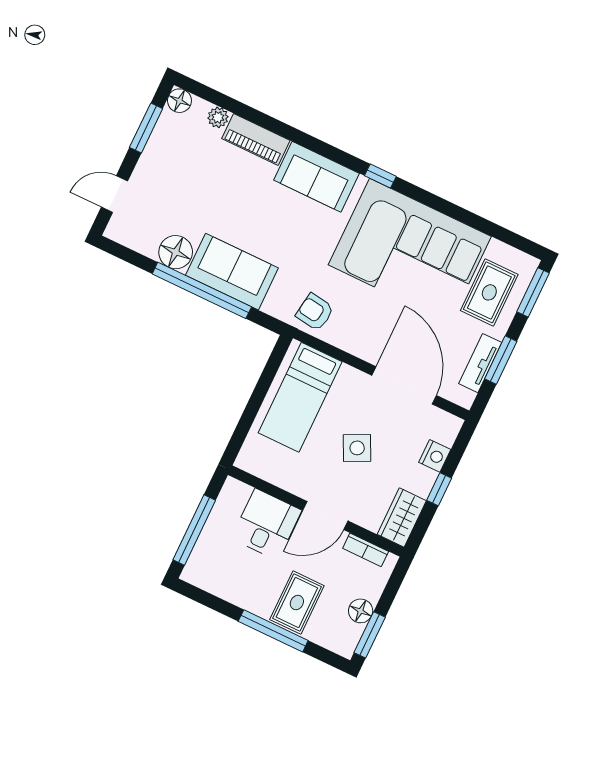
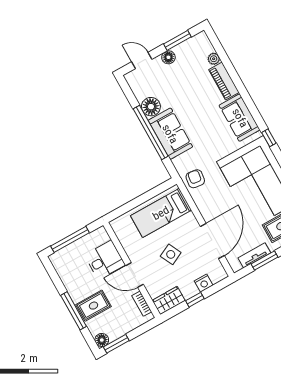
floor lamp: (179, 101) -> (168, 57), moved
floor lamp: (361, 611) -> (102, 340), moved

